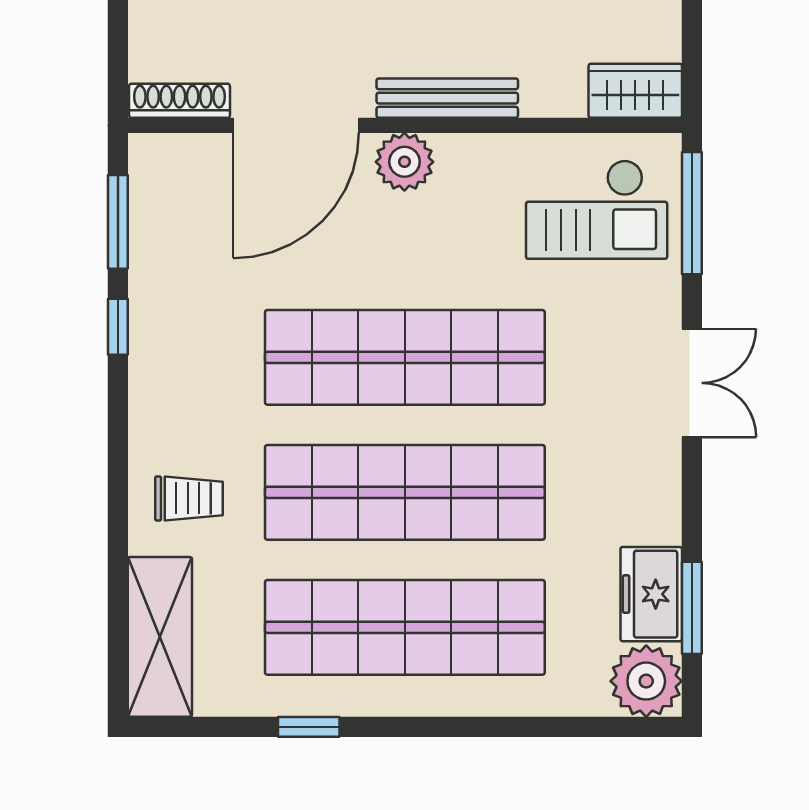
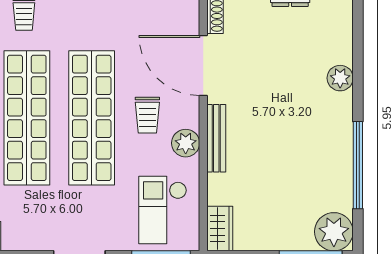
plant: (404, 162) -> (186, 143), moved
trolley: (399, 241) -> (147, 115), added

